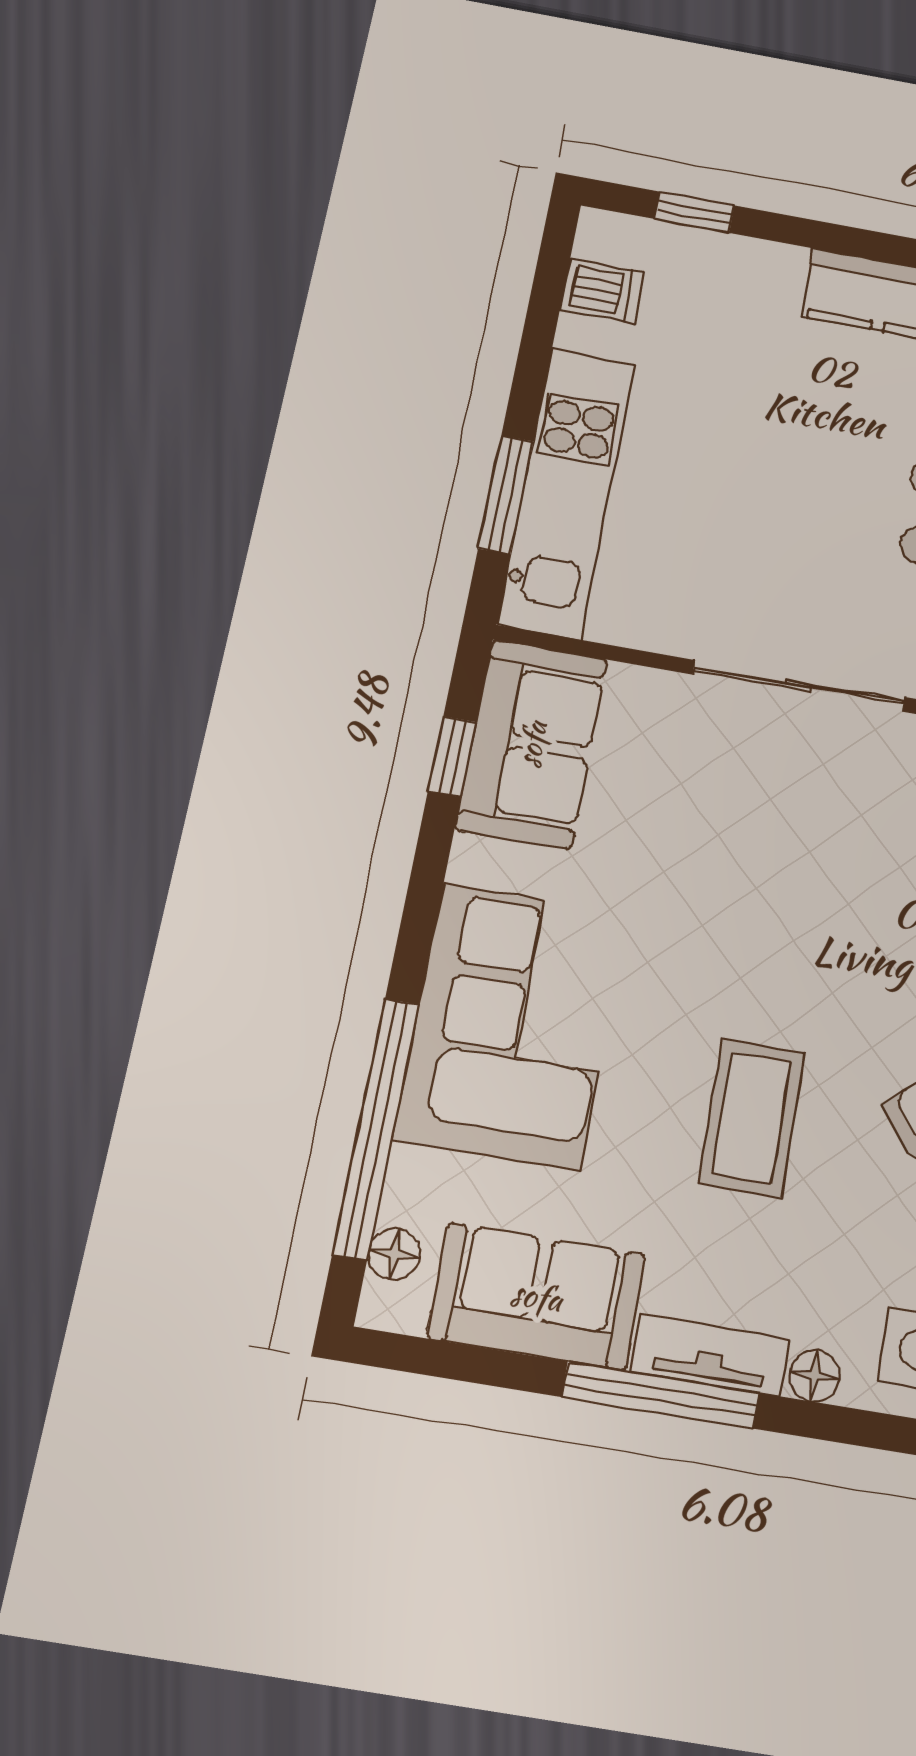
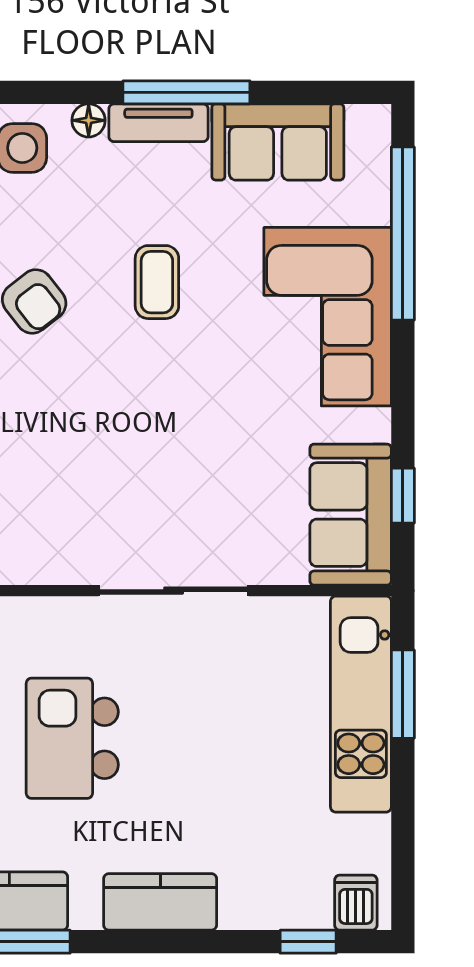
dishwasher: (602, 291) -> (356, 903), moved, turned 90
coffee table: (752, 1118) -> (157, 282), width x0.73, depth x0.77
floor lamp: (394, 1254) -> (375, 154), removed

